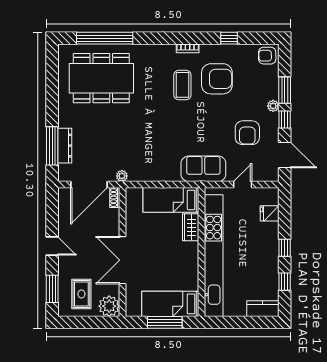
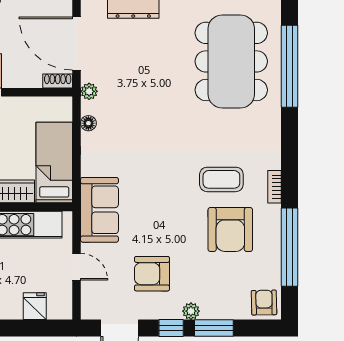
window: (229, 38) -> (289, 247), width x3.17
floor lamp: (144, 176) -> (88, 123), added

